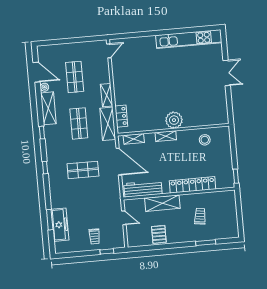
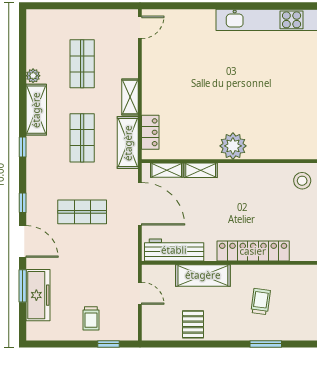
door: (37, 72) -> (23, 241), moved
shelving: (166, 136) -> (201, 170), moved
stool: (205, 140) -> (302, 181), moved

